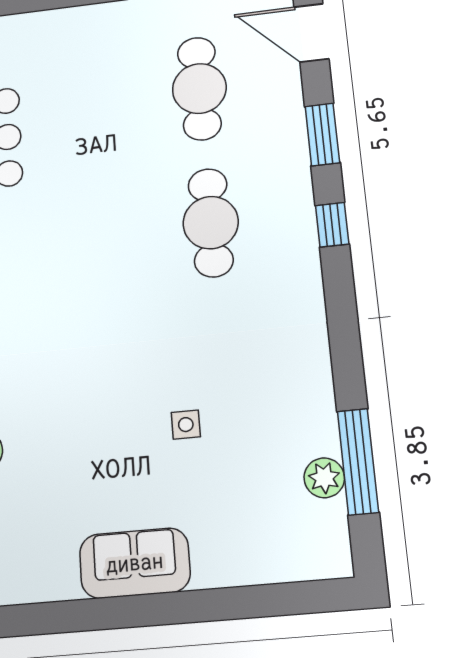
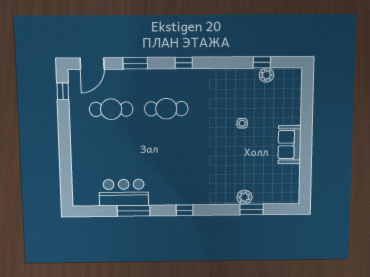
window: (332, 225) -> (184, 63), moved
window: (358, 462) -> (262, 62), width x0.46

